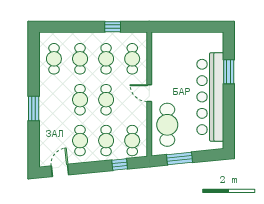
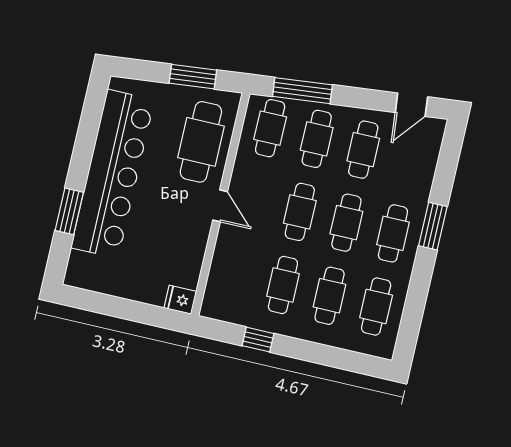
fridge: (159, 38) -> (180, 300), added
cafe table: (132, 59) -> (393, 233), moved
window: (120, 164) -> (302, 91), width x2.17

